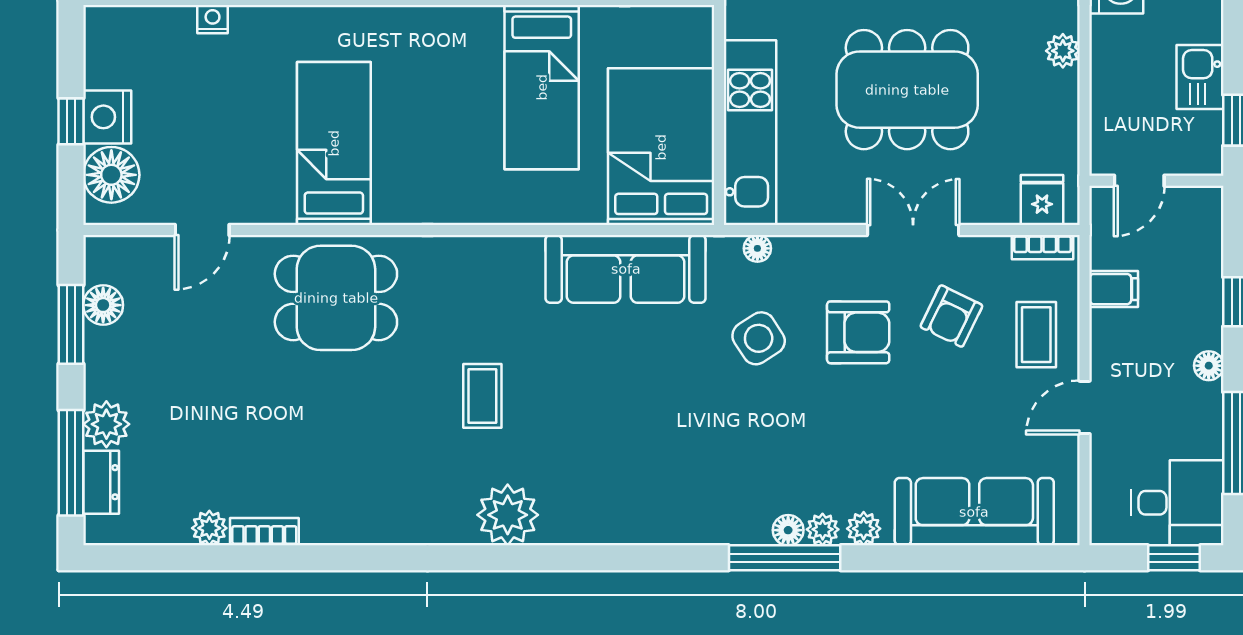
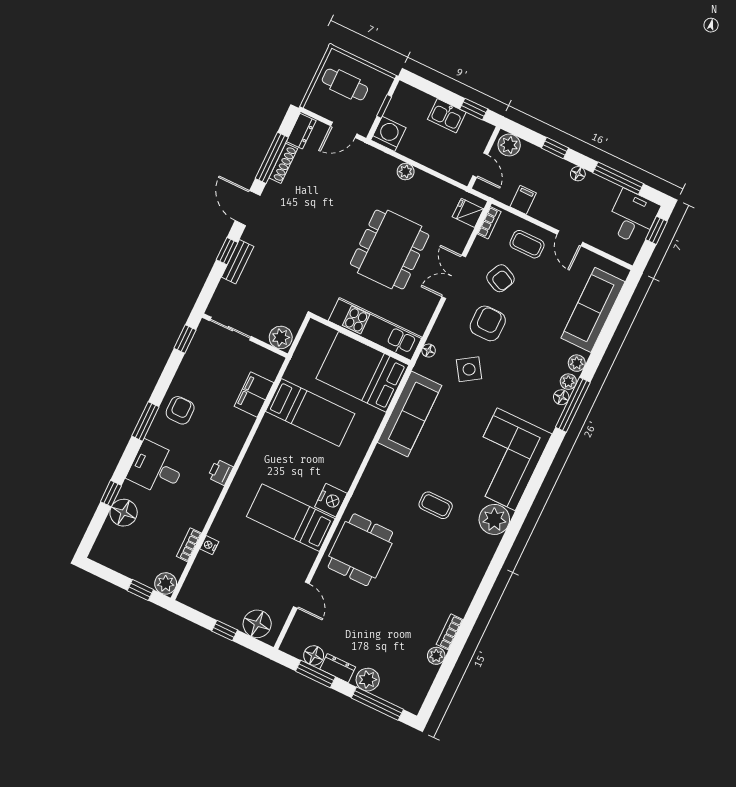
nightstand: (107, 117) -> (331, 500), moved, turned -90
plant: (1201, 216) -> (509, 145), added
dresser: (101, 482) -> (338, 668), moved
corner sofa: (627, 484) -> (506, 459), added

